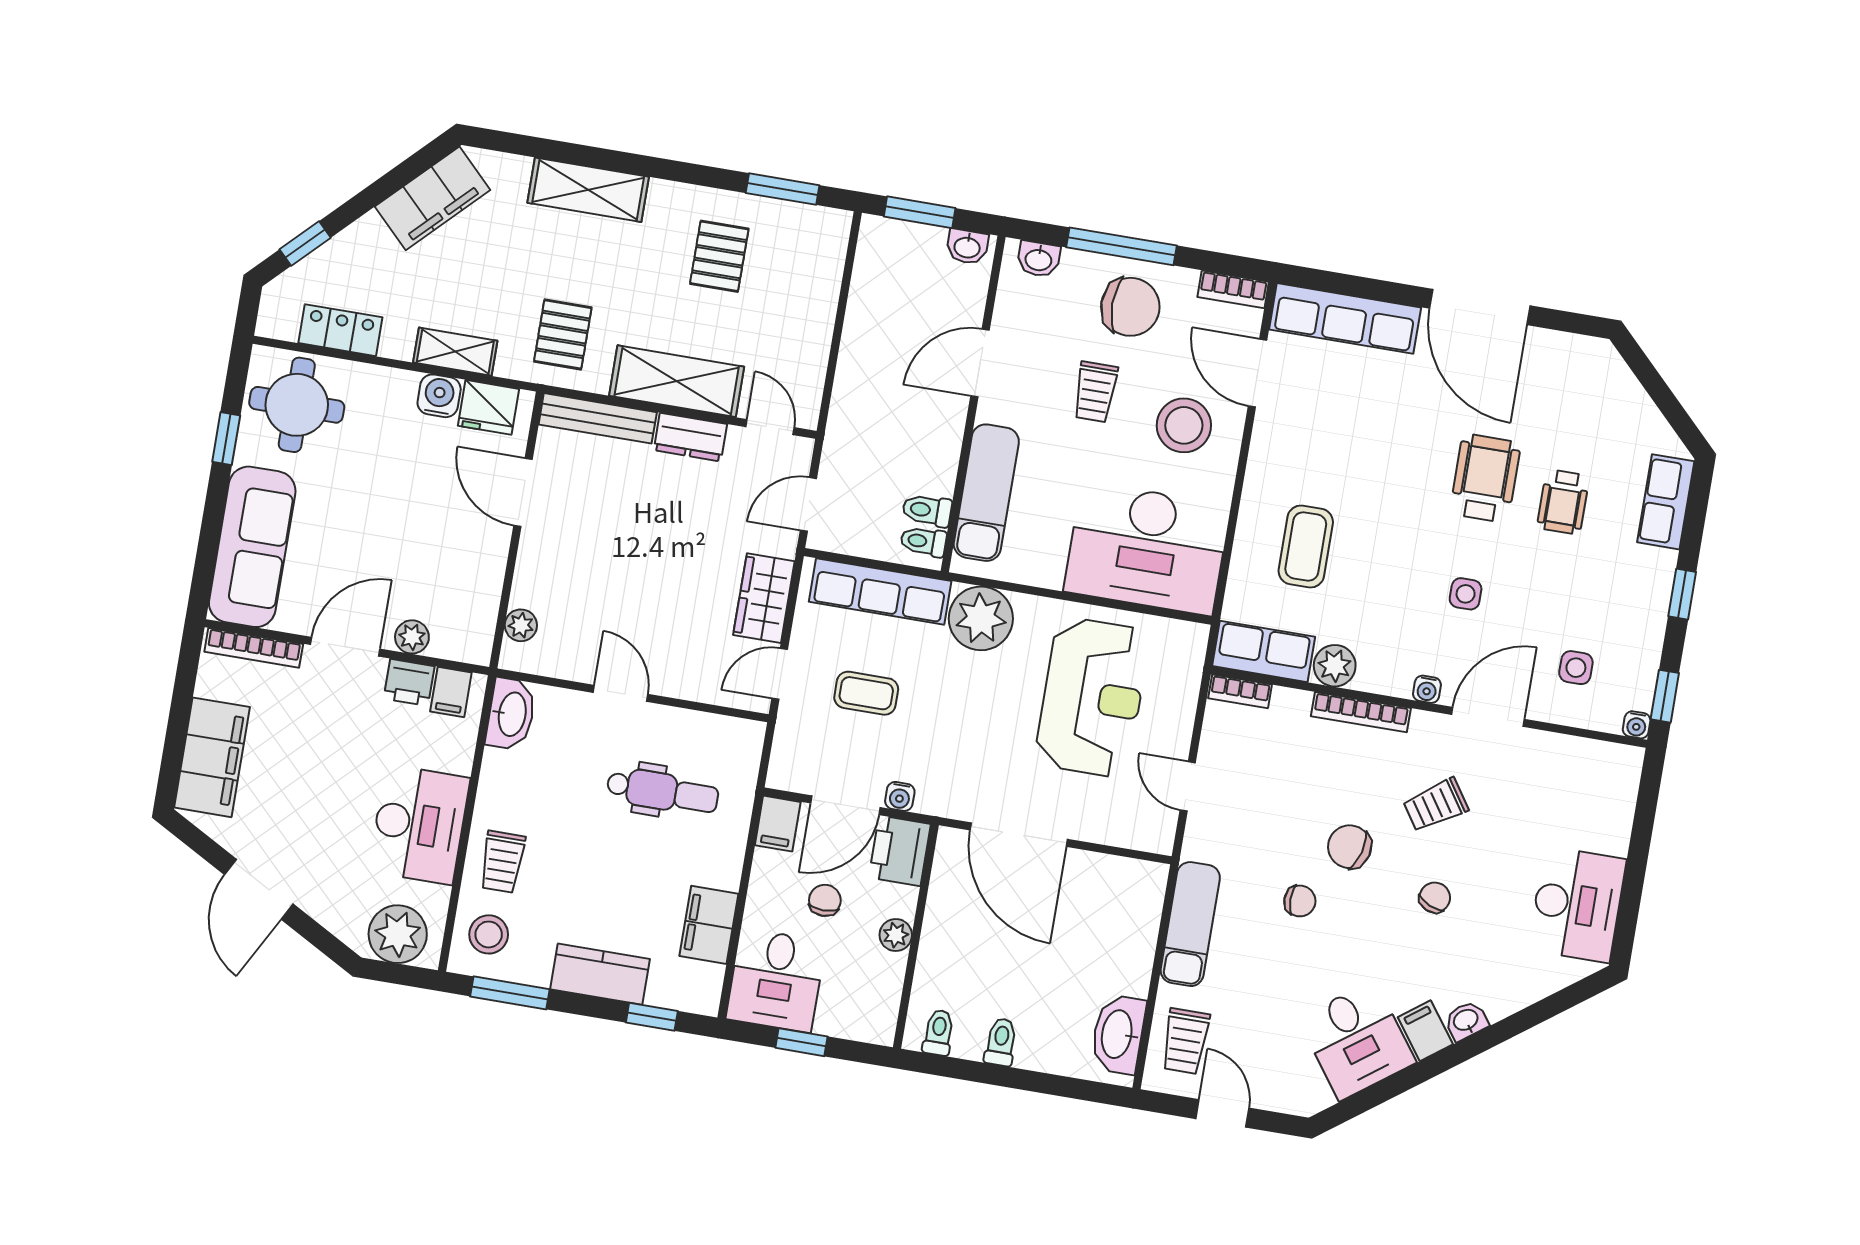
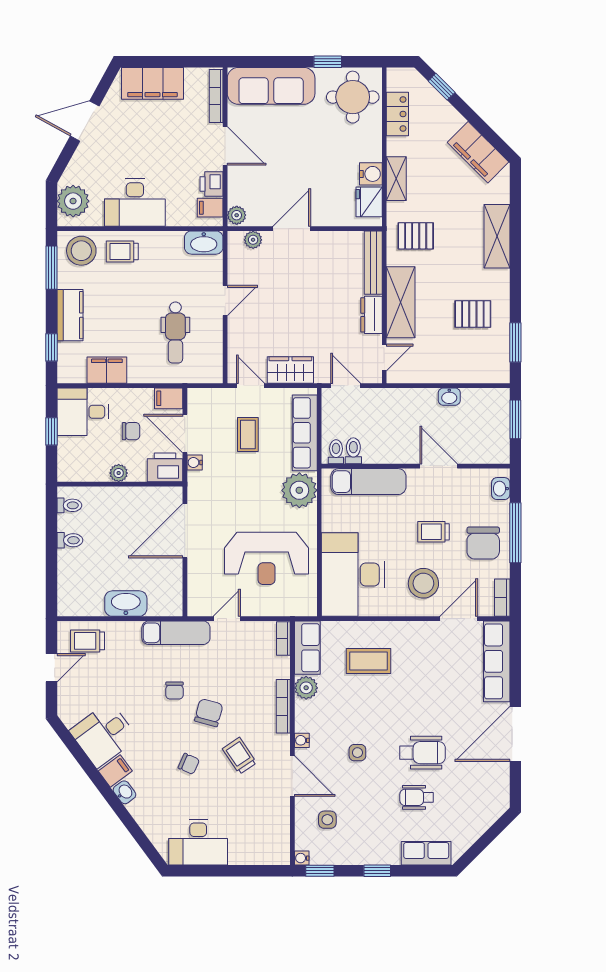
washbasin: (967, 247) -> (449, 397), moved, turned -90
door: (523, 492) -> (292, 229), moved
plant: (412, 637) -> (237, 215), moved
exam couch: (1190, 924) -> (176, 633), moved
stool: (489, 934) -> (81, 251), width x1.38, depth x1.38
washbasin: (1118, 1034) -> (126, 604), moved

